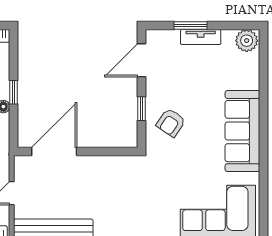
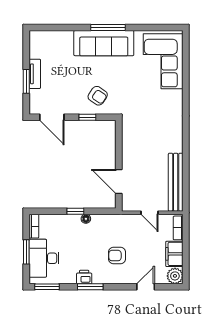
plant: (247, 41) -> (37, 40), removed
window: (264, 137) -> (108, 28), added
door: (54, 151) -> (119, 181), width x0.73

